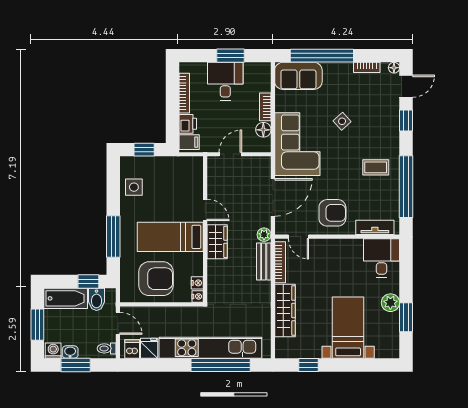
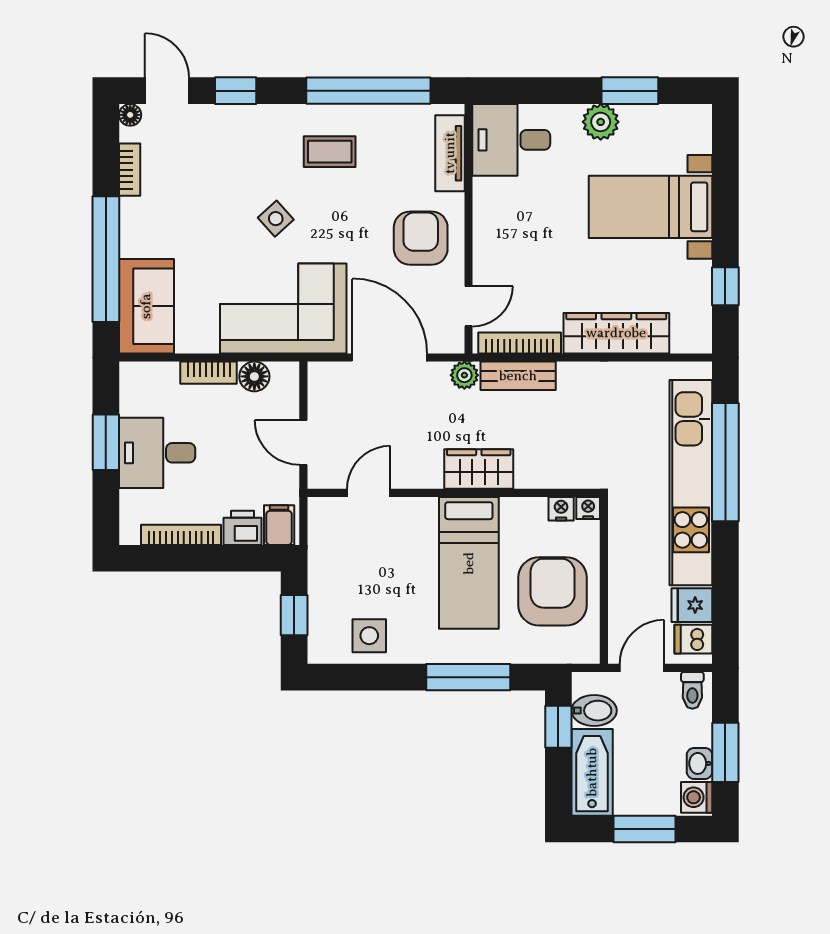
side table: (342, 121) -> (276, 219), moved
coffee table: (376, 167) -> (330, 152), turned 90
door: (205, 210) -> (369, 493), moved

